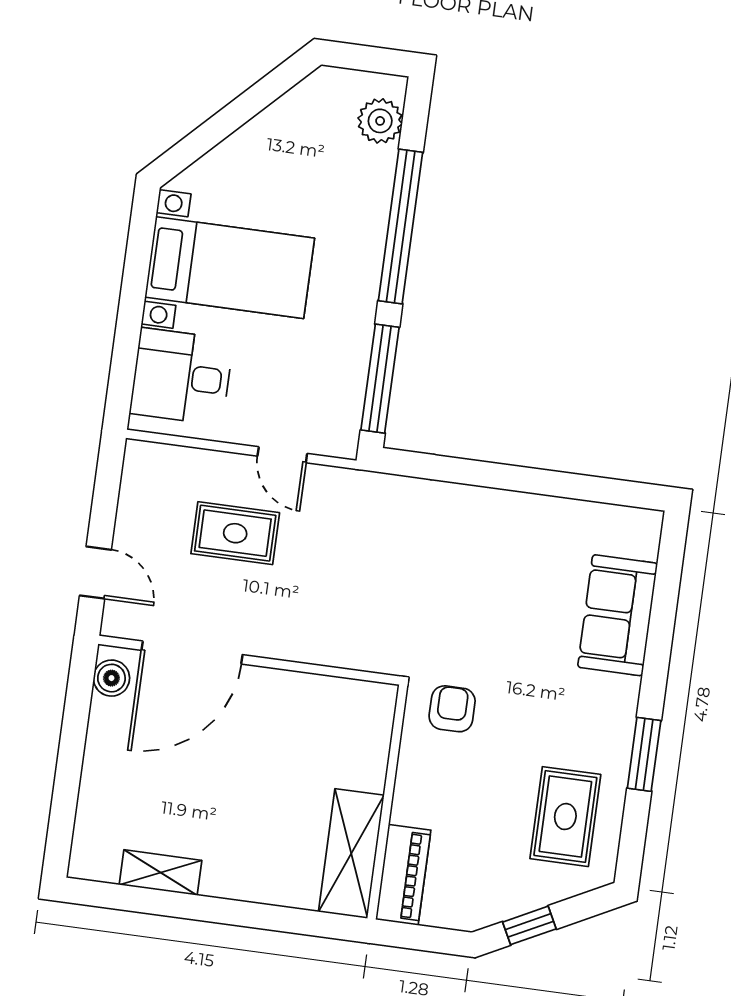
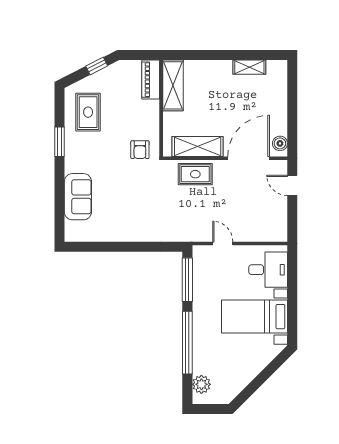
rug: (235, 533) -> (195, 174), moved
shelving: (312, 698) -> (198, 146), added

